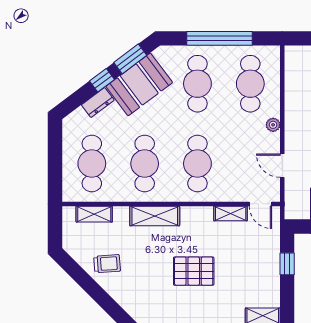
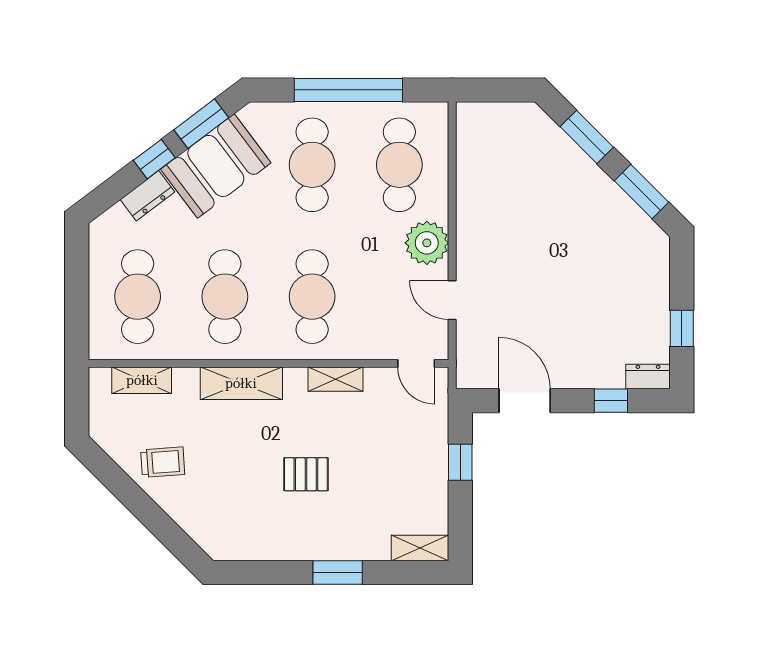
plant: (273, 125) -> (427, 243), width x1.87, depth x1.87
shelving: (231, 213) -> (335, 379), moved
pallet: (194, 271) -> (306, 474), width x0.67, depth x0.71

